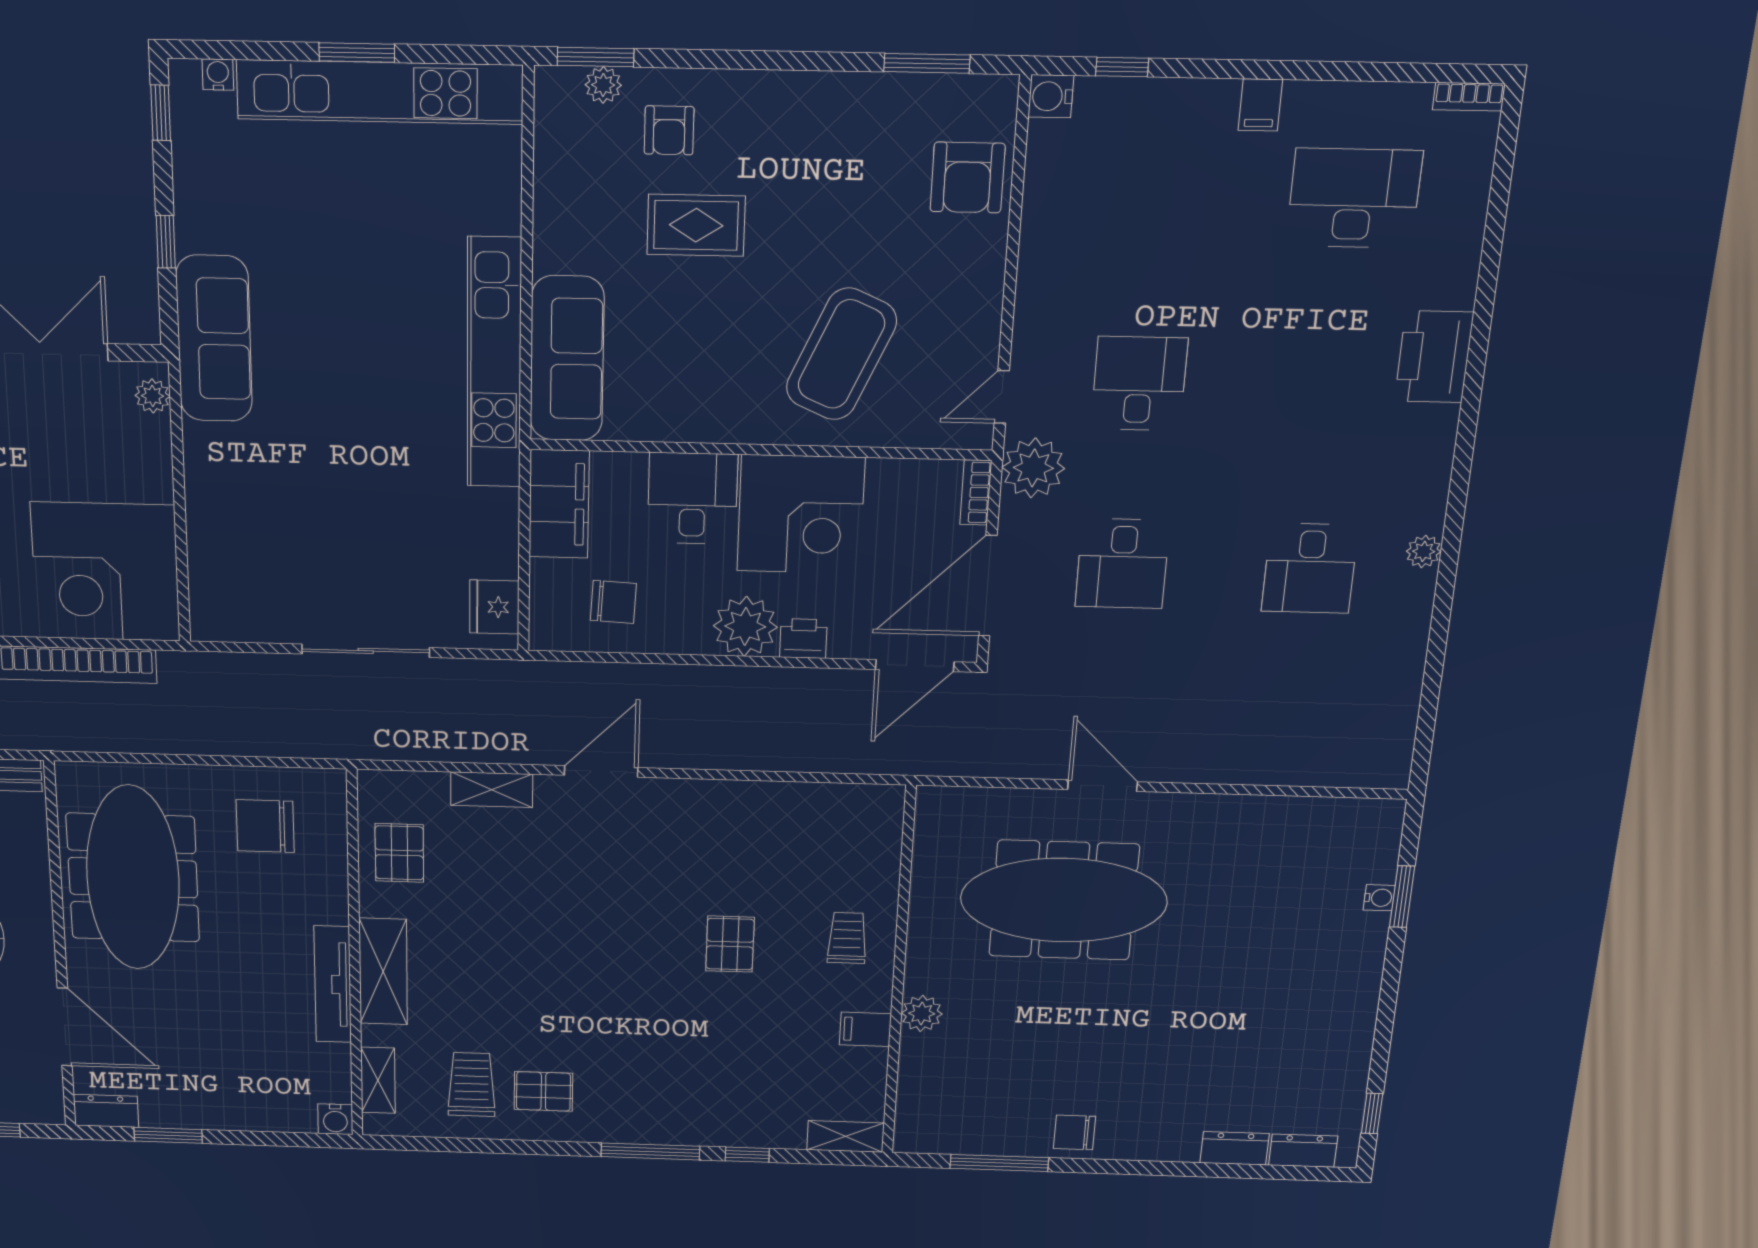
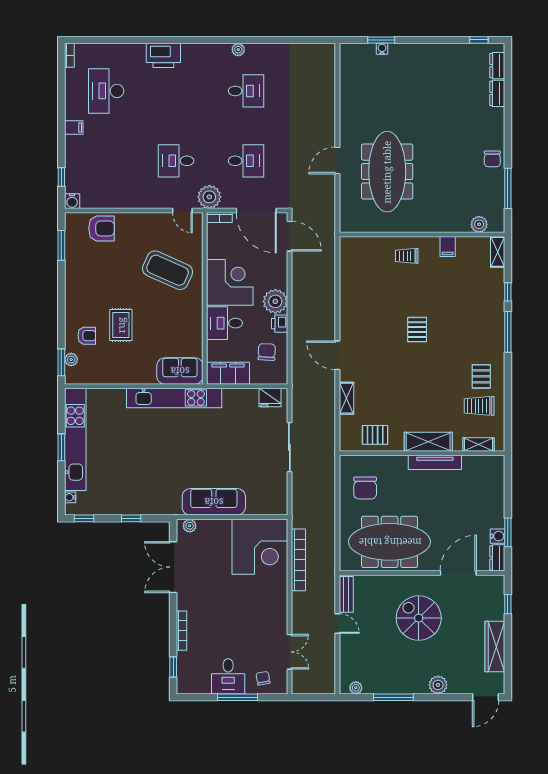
sofa: (214, 339) -> (214, 502), moved
sofa: (567, 359) -> (180, 371), width x0.73
printer: (803, 638) -> (280, 324), moved
pallet: (730, 944) -> (417, 330), moved, turned 90
plant: (922, 1013) -> (479, 224), moved
water cooler: (335, 1119) -> (498, 536), moved

